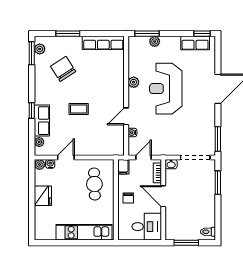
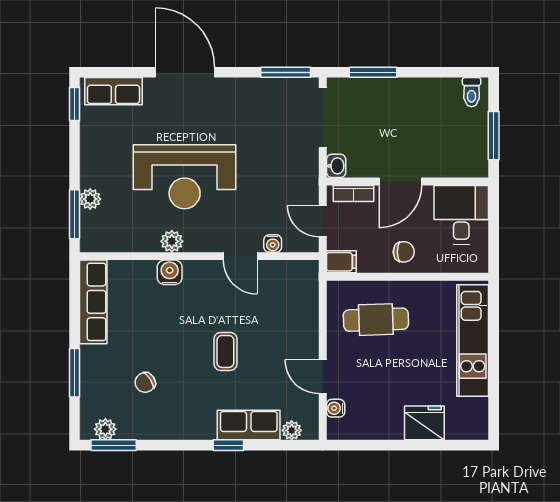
row of seats: (195, 43) -> (113, 91), moved, turned 90
chair: (63, 69) -> (145, 382), width x0.54, depth x0.54
water cooler: (118, 81) -> (170, 272), added
plant: (40, 165) -> (337, 430), removed
fridge: (43, 196) -> (424, 423), moved

